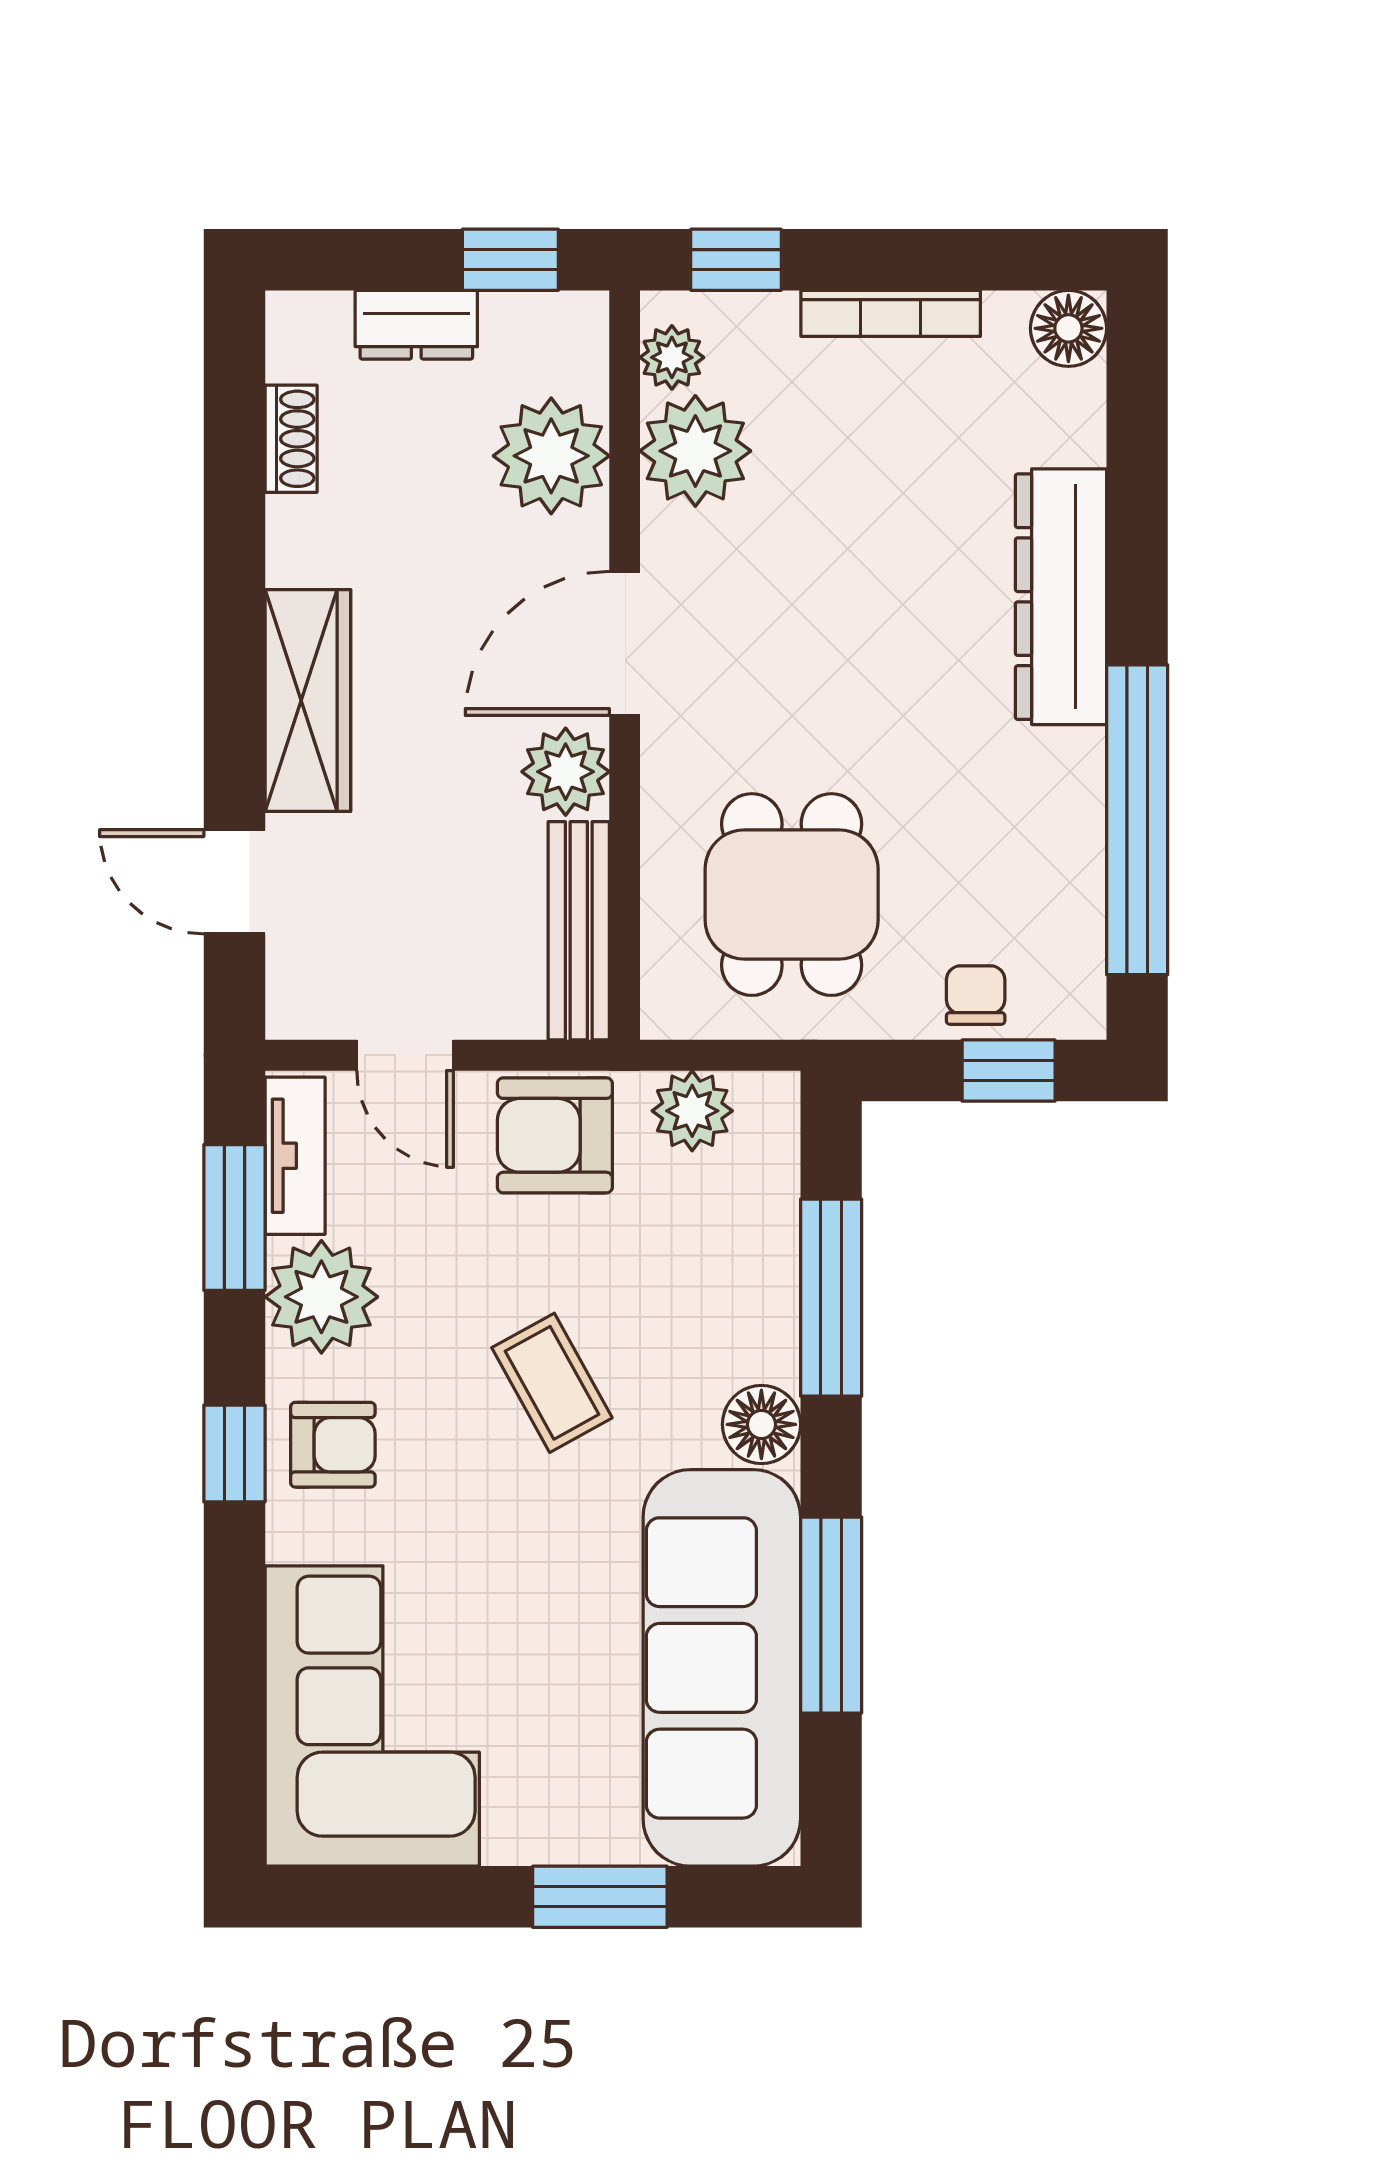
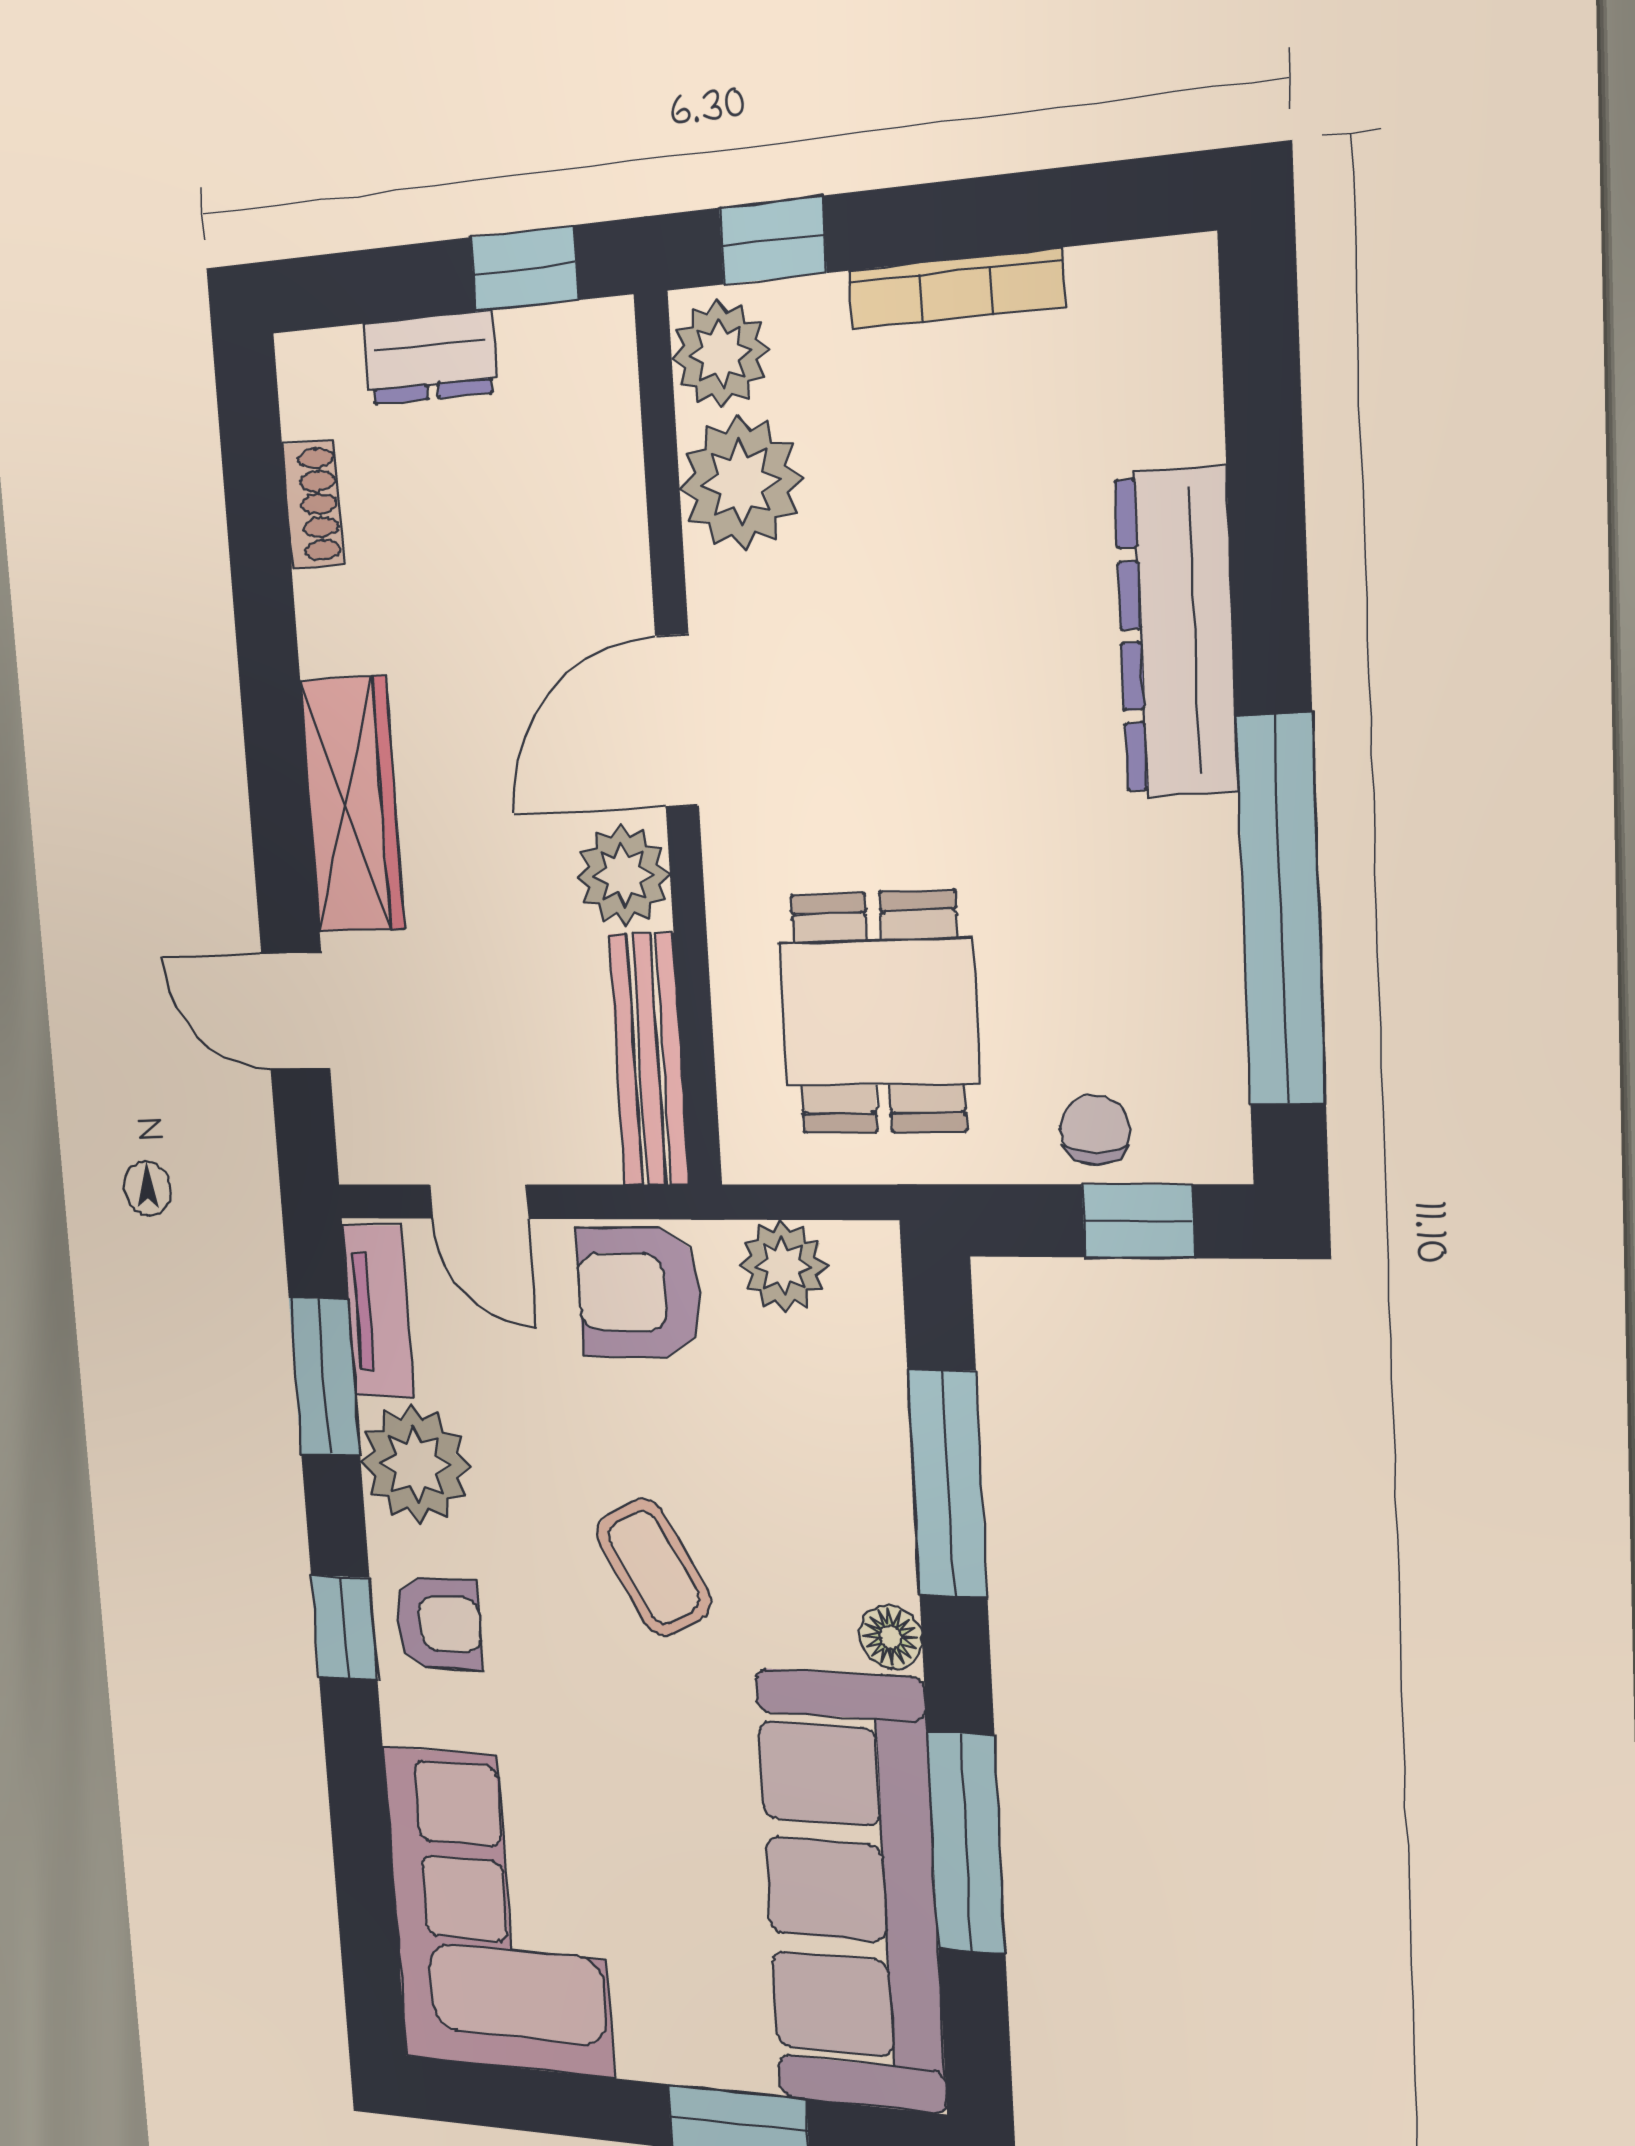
floor lamp: (1068, 328) -> (1172, 286), removed
plant: (672, 357) -> (720, 354), width x1.38, depth x1.38
plant: (551, 456) -> (584, 502), removed
floor lamp: (761, 1424) -> (891, 1637), width x0.73, depth x0.73

